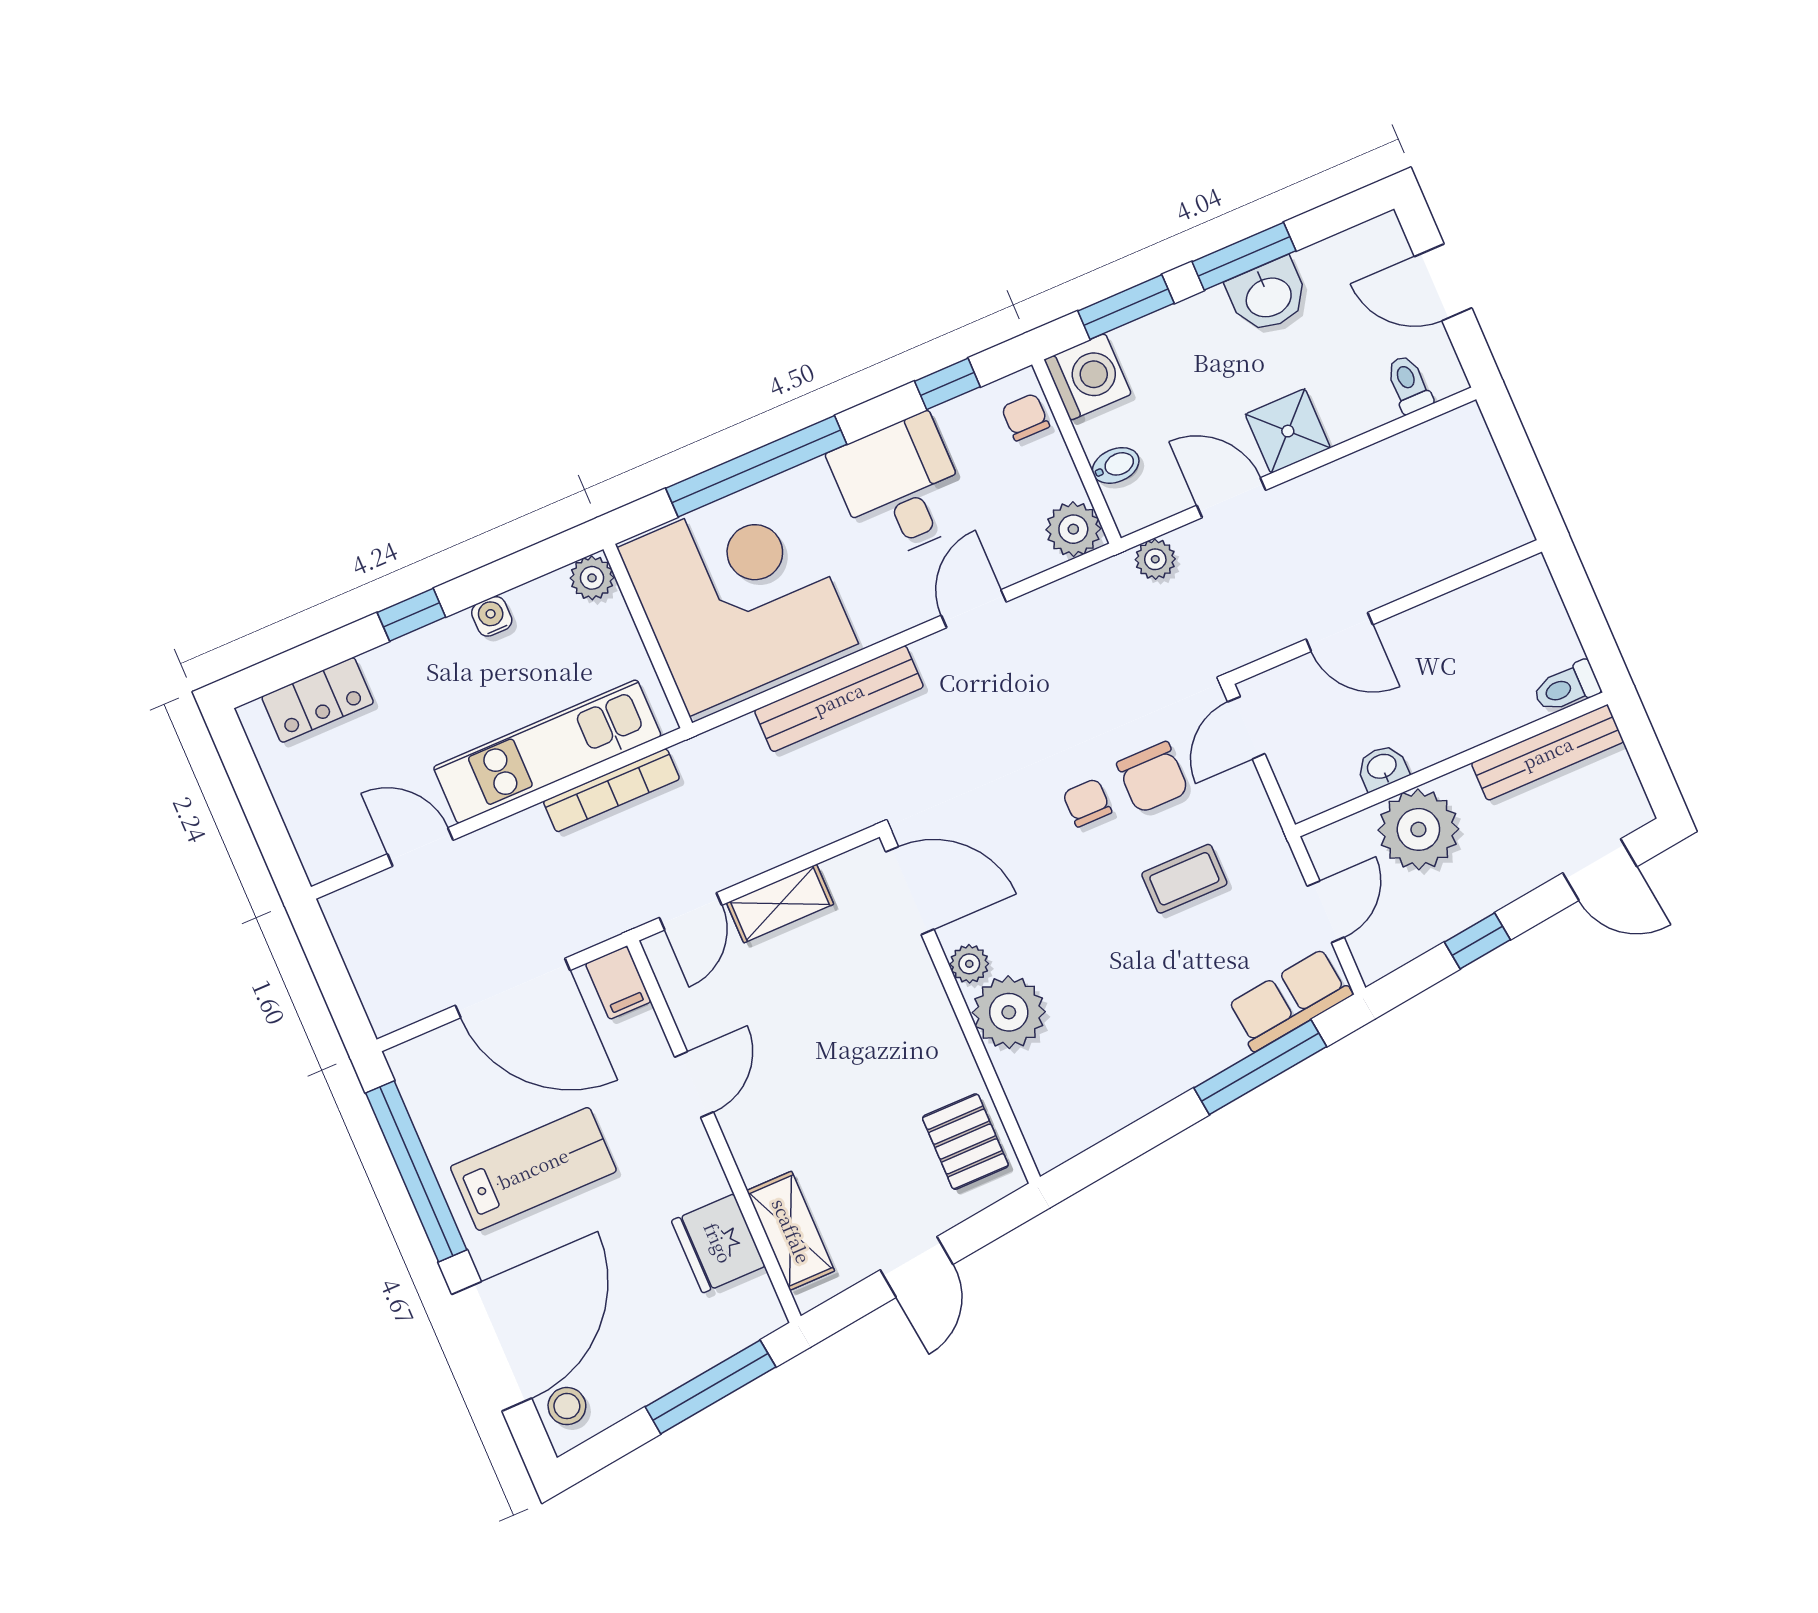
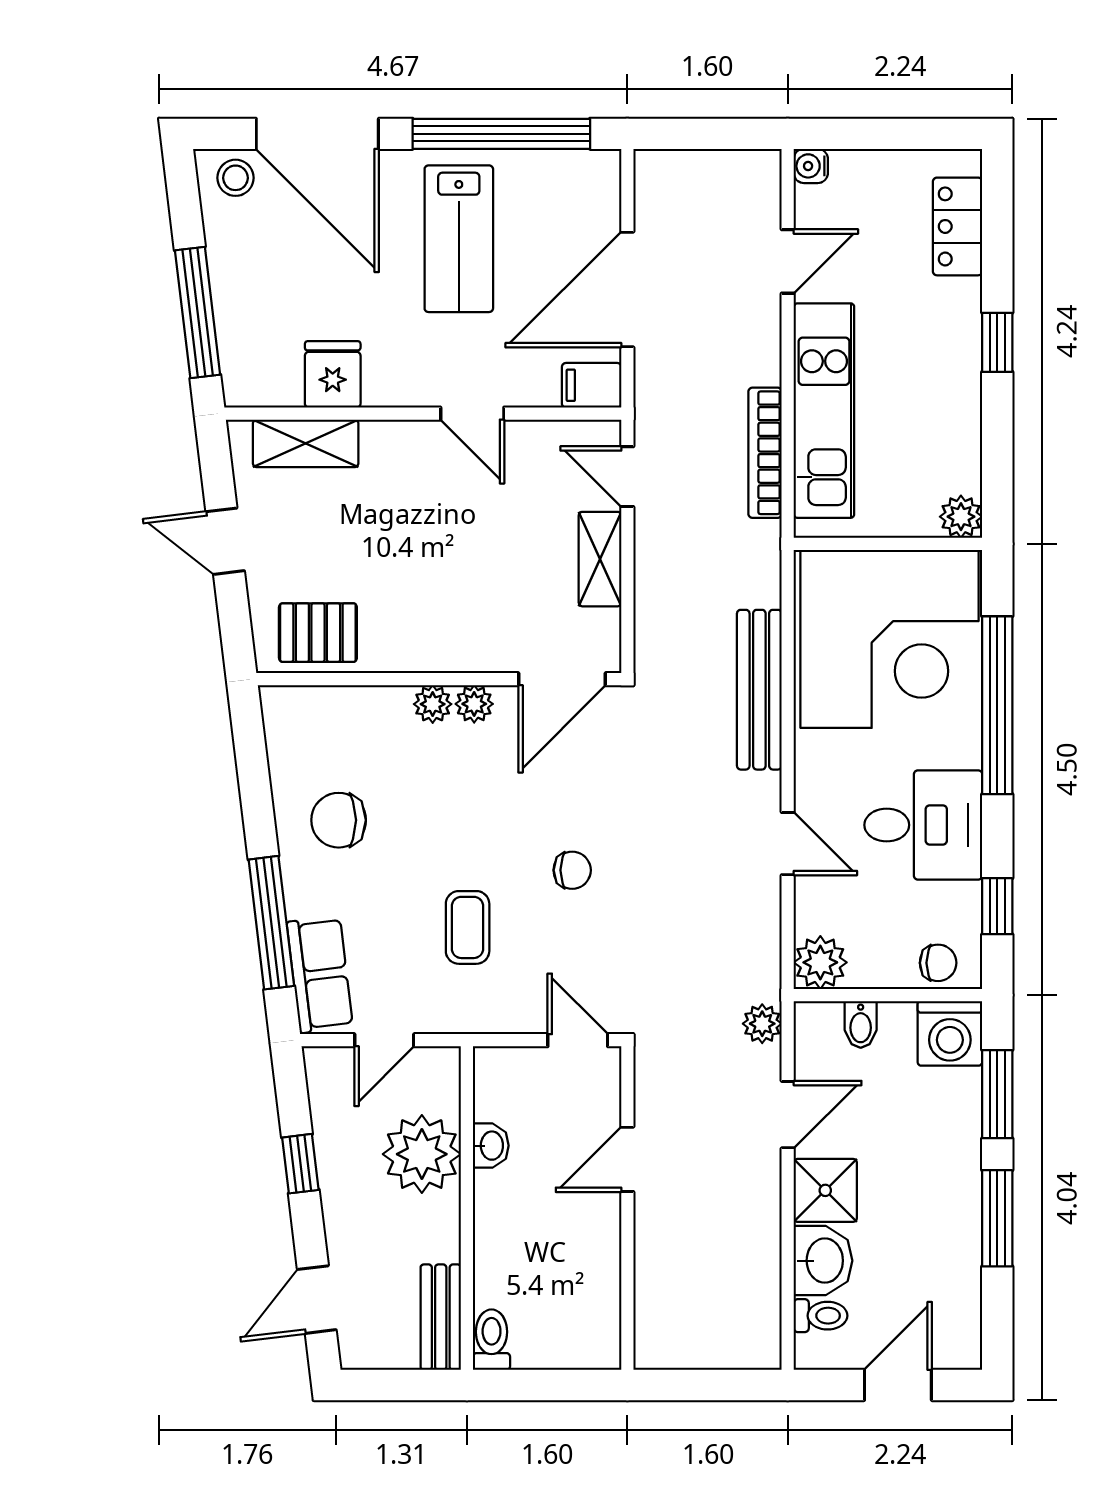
washbasin: (1268, 296) -> (823, 1261), moved, turned 180
water cooler: (492, 616) -> (811, 166), moved, turned 180
bench: (1548, 753) -> (441, 1317), width x0.73
chair: (1153, 777) -> (339, 820), moved
door: (1326, 912) -> (384, 1040), hinge flipped
plant: (1009, 1012) -> (433, 704), width x0.53, depth x0.53
fridge: (718, 1243) -> (333, 374), width x0.72

